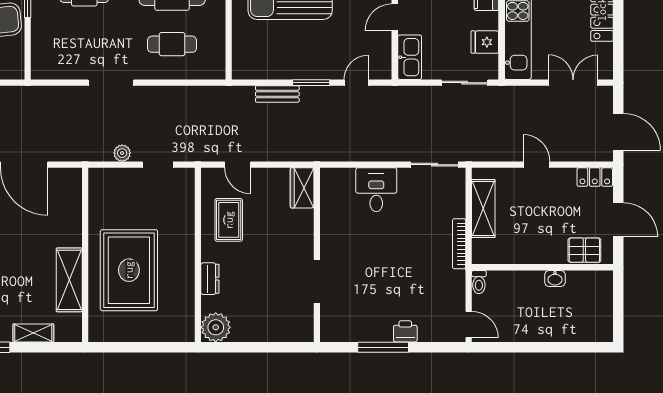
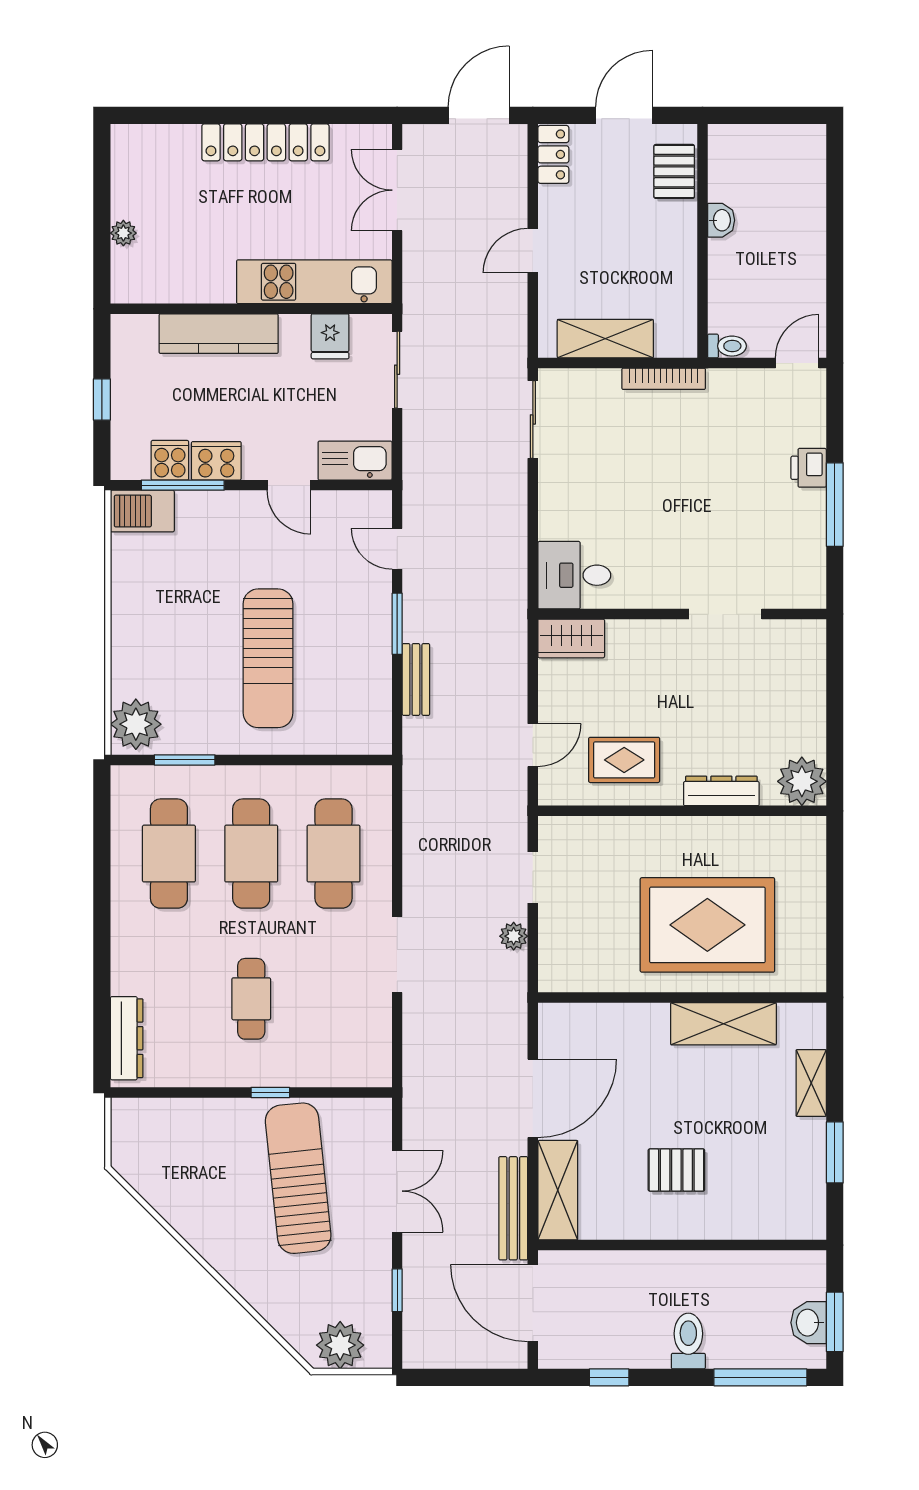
cafe table: (172, 44) -> (334, 854), width x1.37, depth x1.35
desk: (376, 190) -> (574, 575), moved
dresser: (210, 279) -> (721, 791), width x1.44

